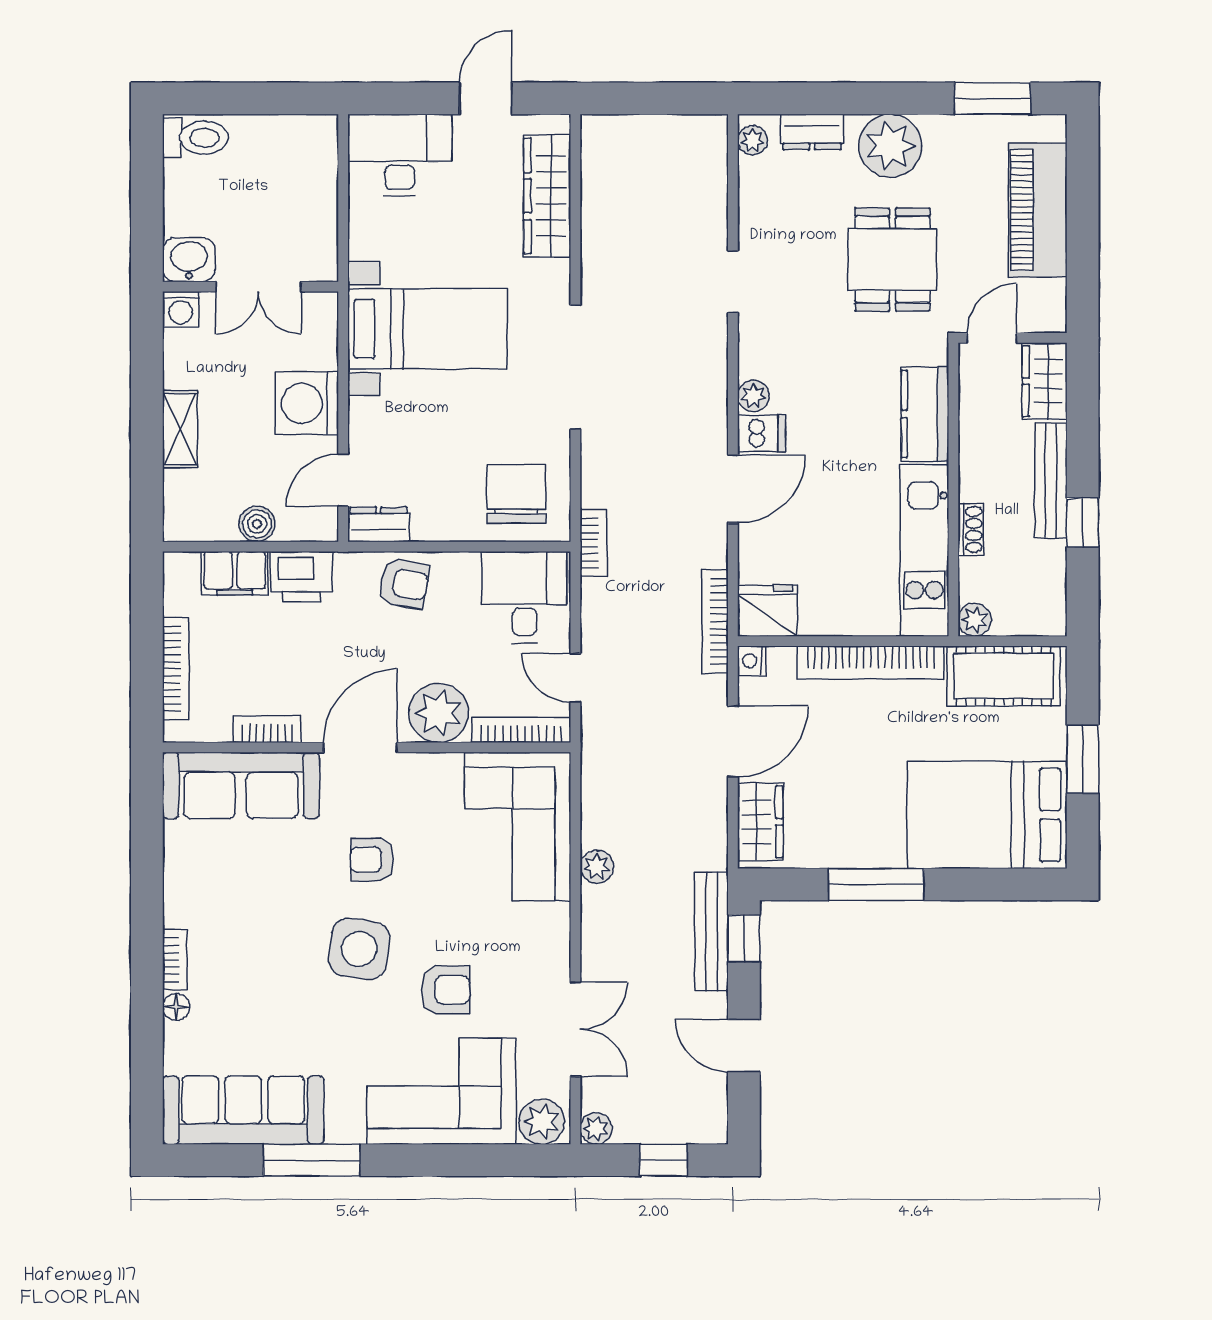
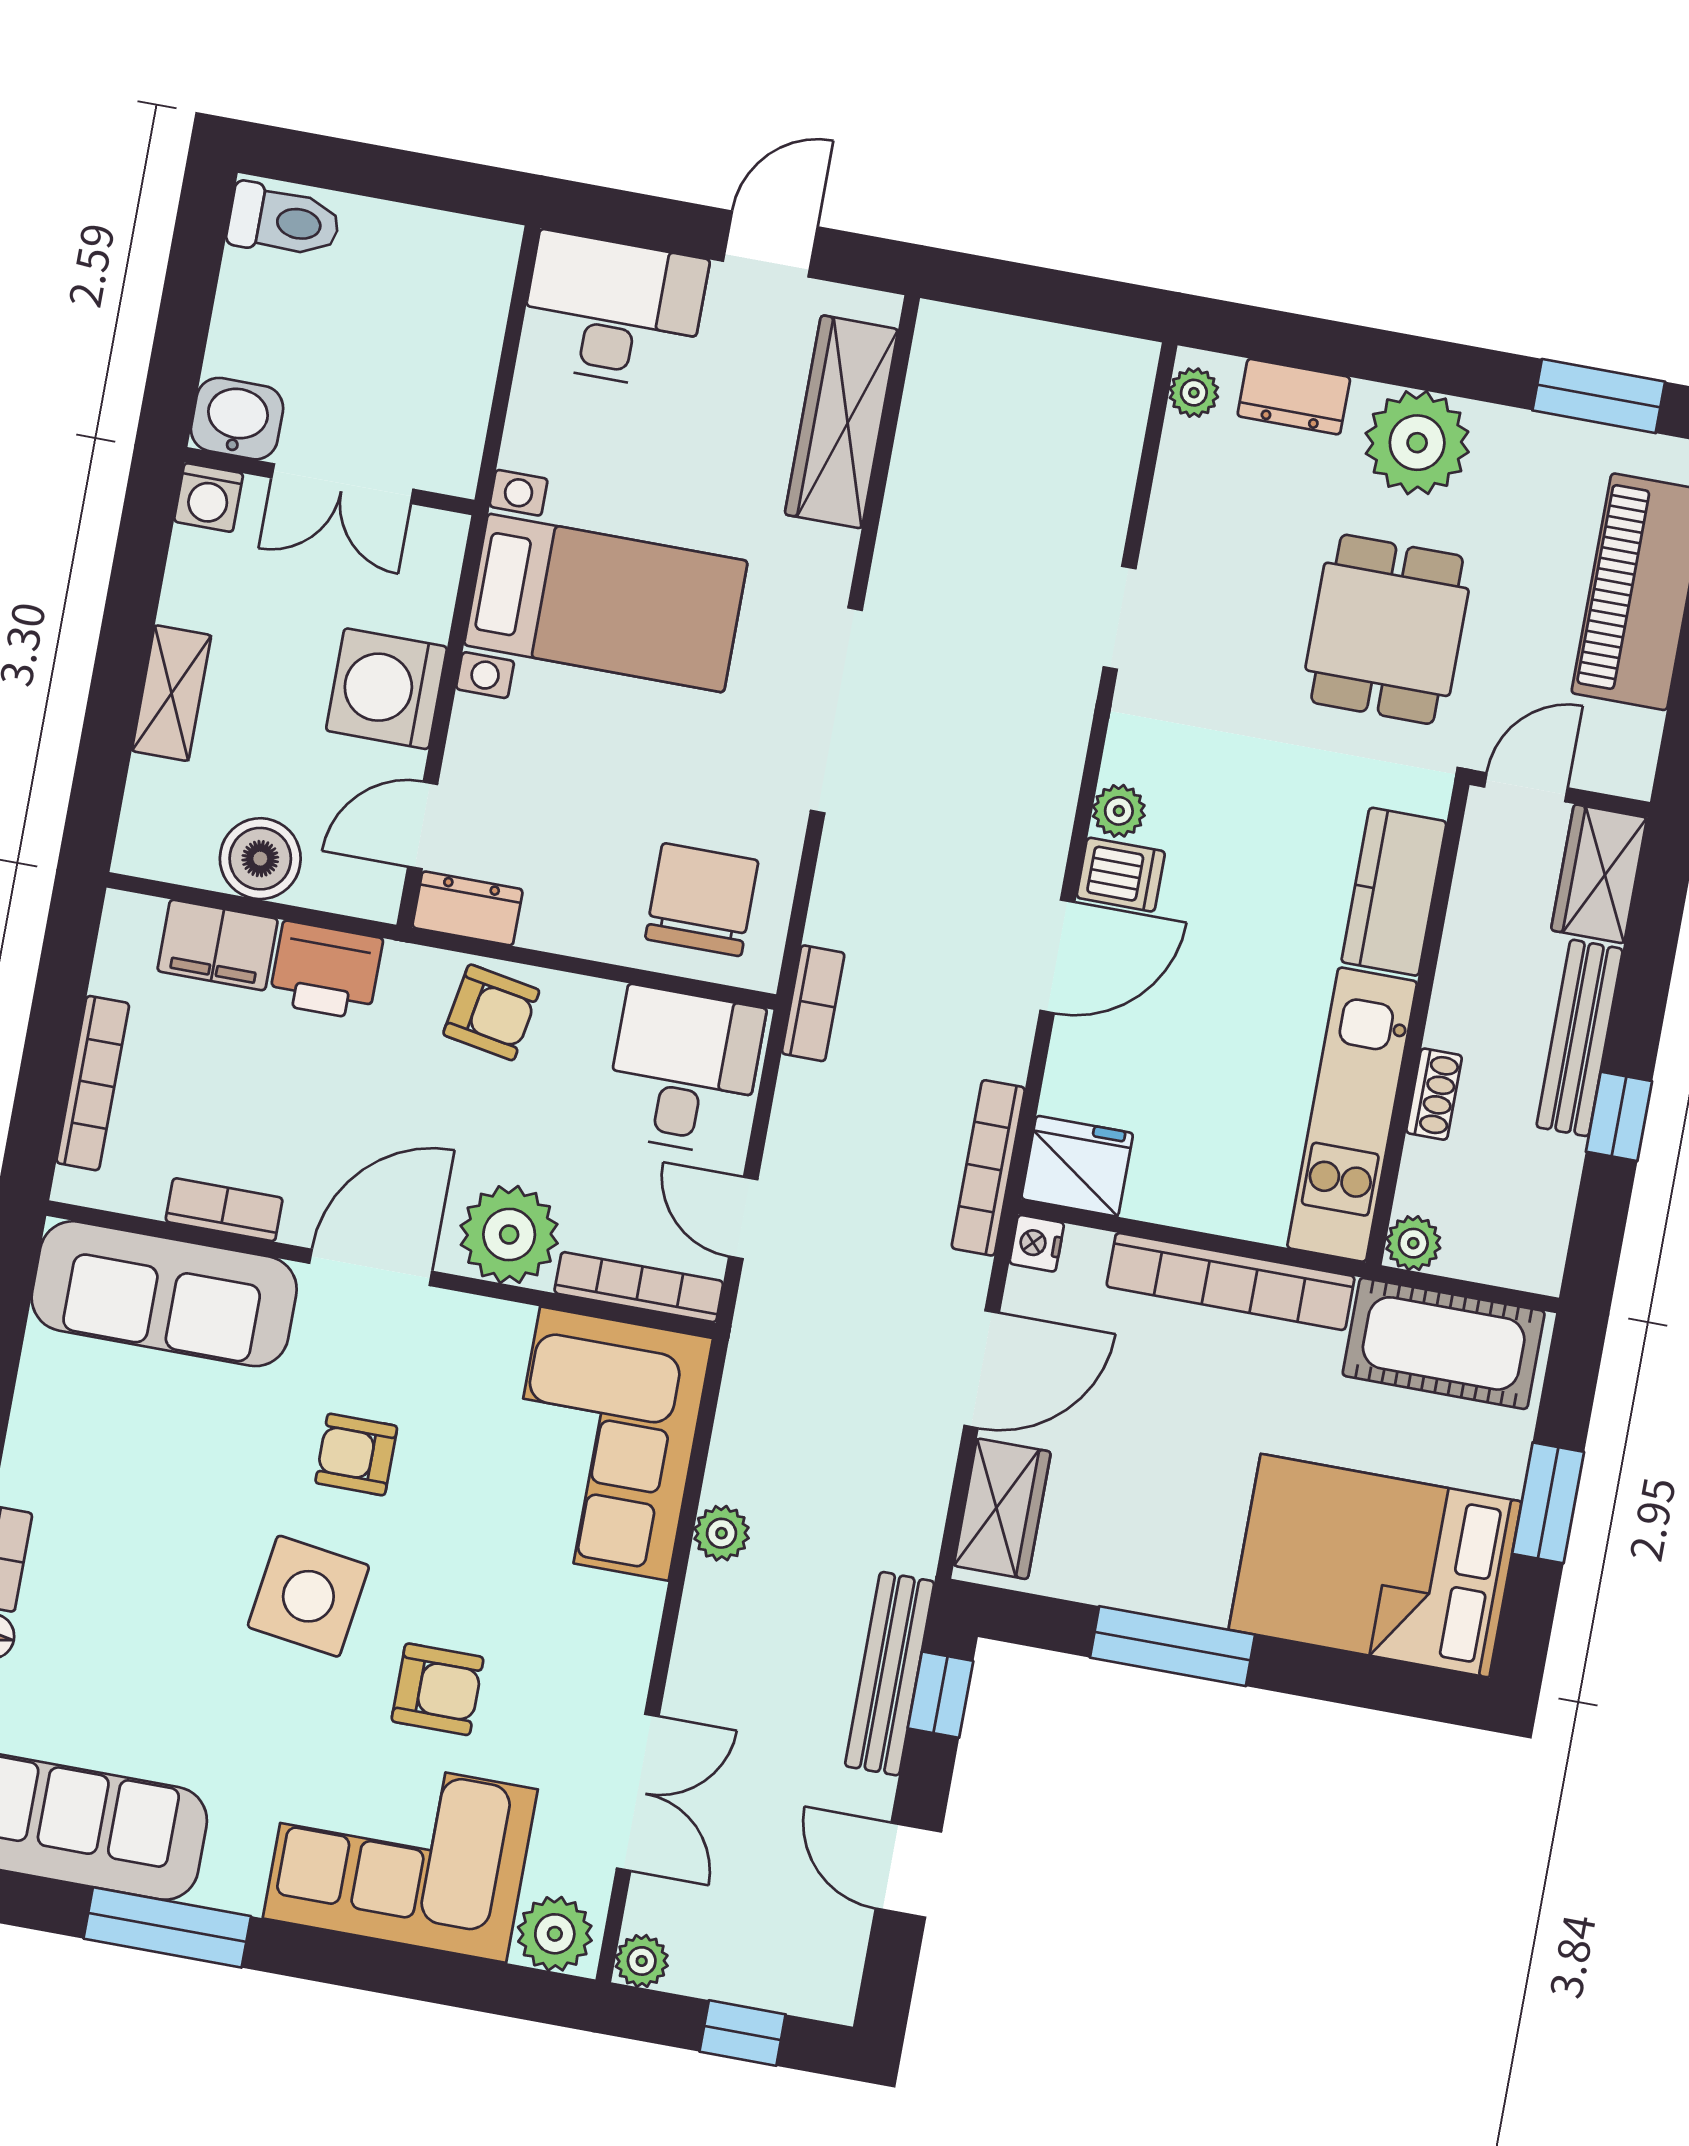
boiler: (257, 524) -> (260, 859), width x1.36, depth x1.36

